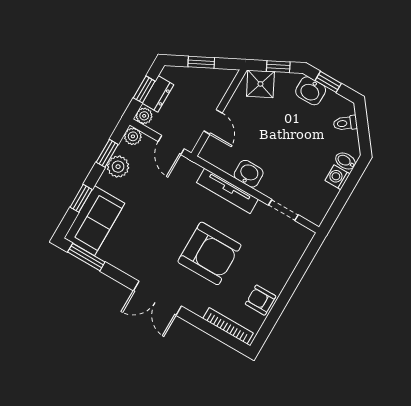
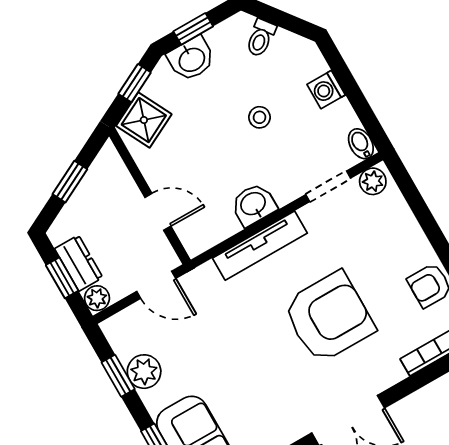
plant: (133, 136) -> (373, 181), moved
stool: (300, 149) -> (260, 117), added
bidet: (346, 161) -> (361, 144), moved, turned 90

